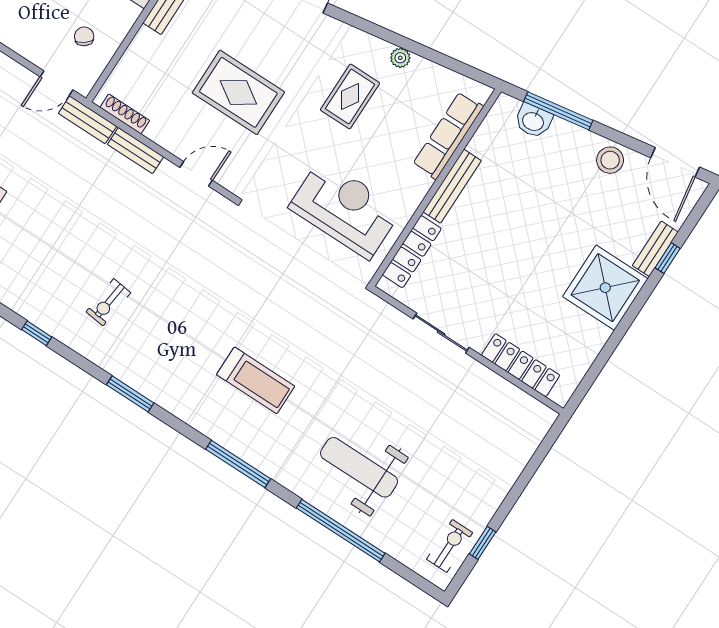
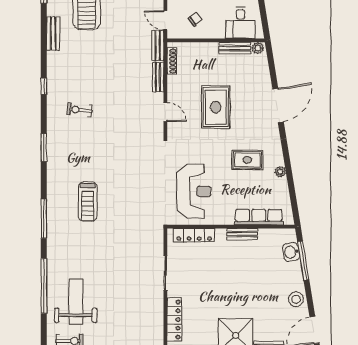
bench: (452, 186) -> (242, 234), width x0.73
weight bench: (359, 467) -> (76, 302), moved

